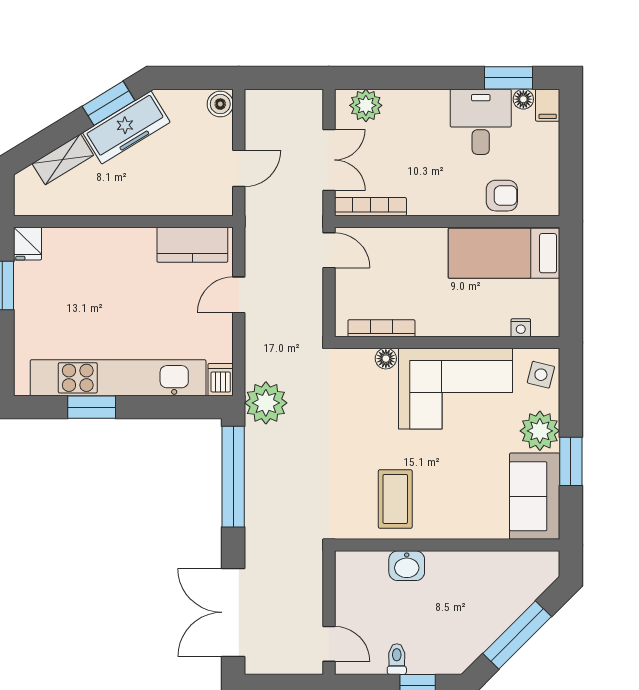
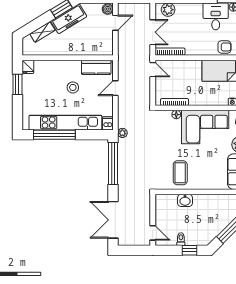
door: (239, 168) -> (115, 23), moved
stool: (136, 293) -> (73, 87), added
plant: (266, 403) -> (122, 133), width x0.53, depth x0.53
window: (92, 407) -> (54, 135), width x2.11

